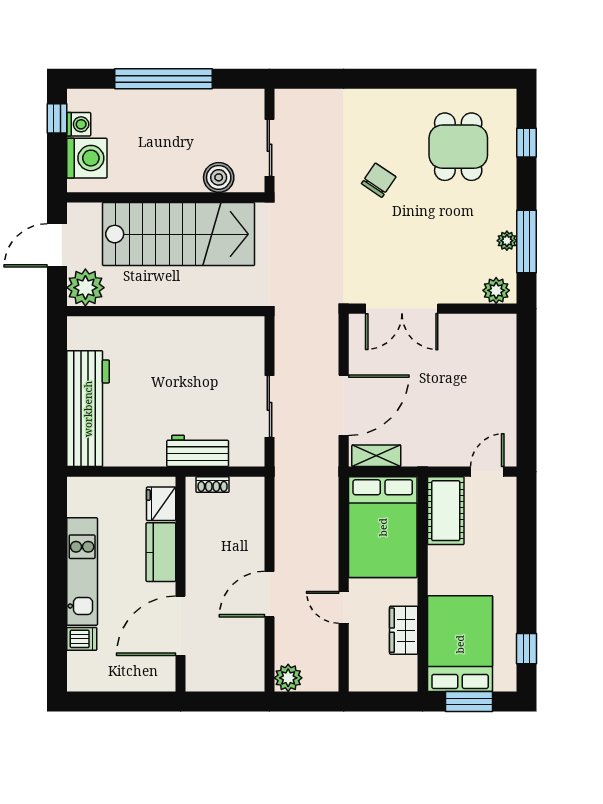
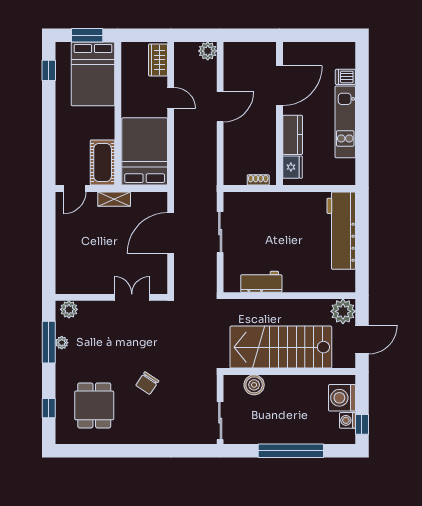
sliding door: (269, 148) -> (220, 421), moved
double door: (402, 309) -> (132, 297), width x0.73
workbench: (198, 451) -> (261, 282), moved, turned 180
shelving: (376, 456) -> (114, 199), moved
wardrobe: (404, 630) -> (158, 60), moved, turned 180

